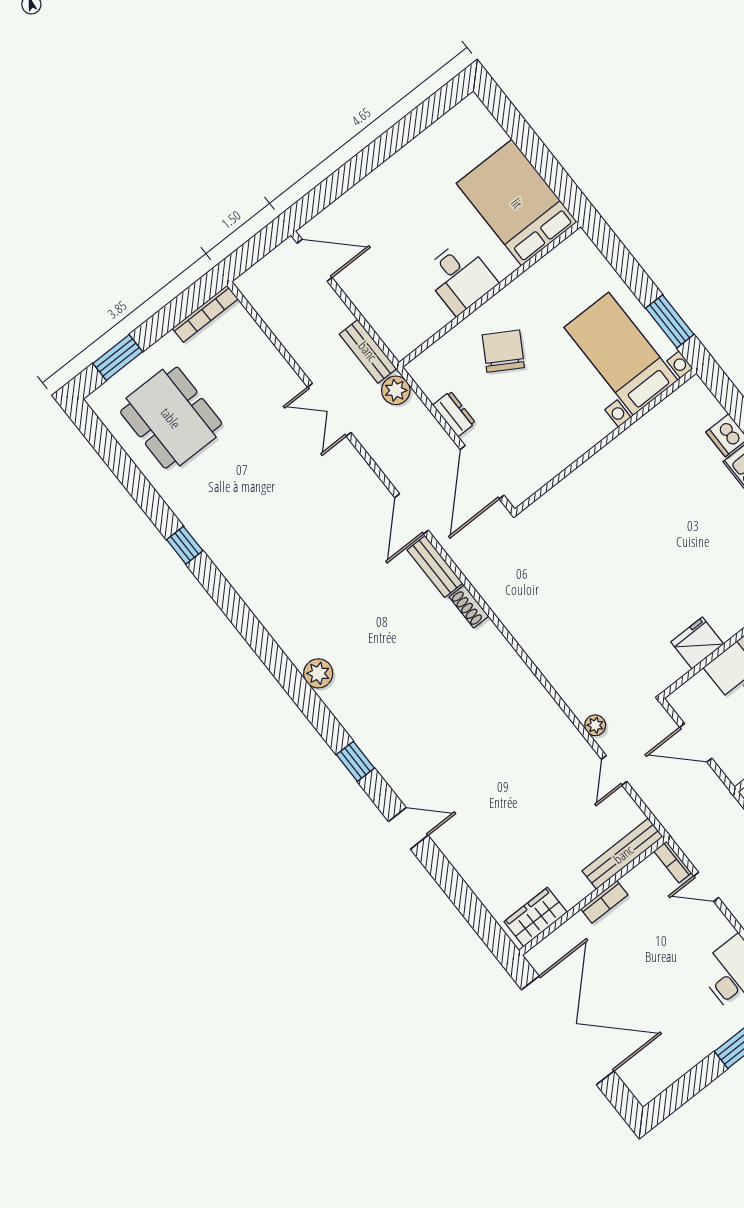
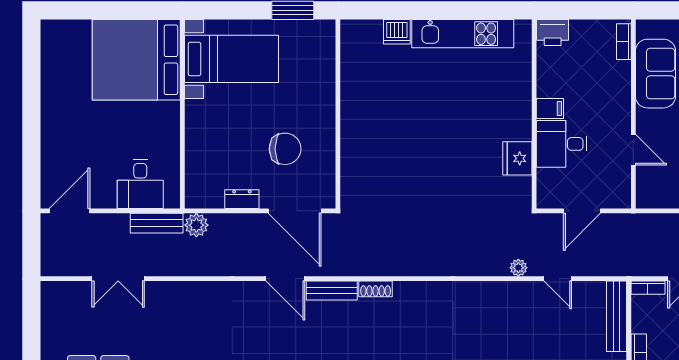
bed: (517, 203) -> (136, 60), width x1.36
desk: (460, 277) -> (140, 184), moved, turned 90
bookcase: (205, 314) -> (48, 310), removed
chair: (503, 351) -> (285, 149), moved, turned 149
bed with nightstands: (621, 354) -> (232, 59), moved, turned 180
double door: (329, 410) -> (118, 279), moved

